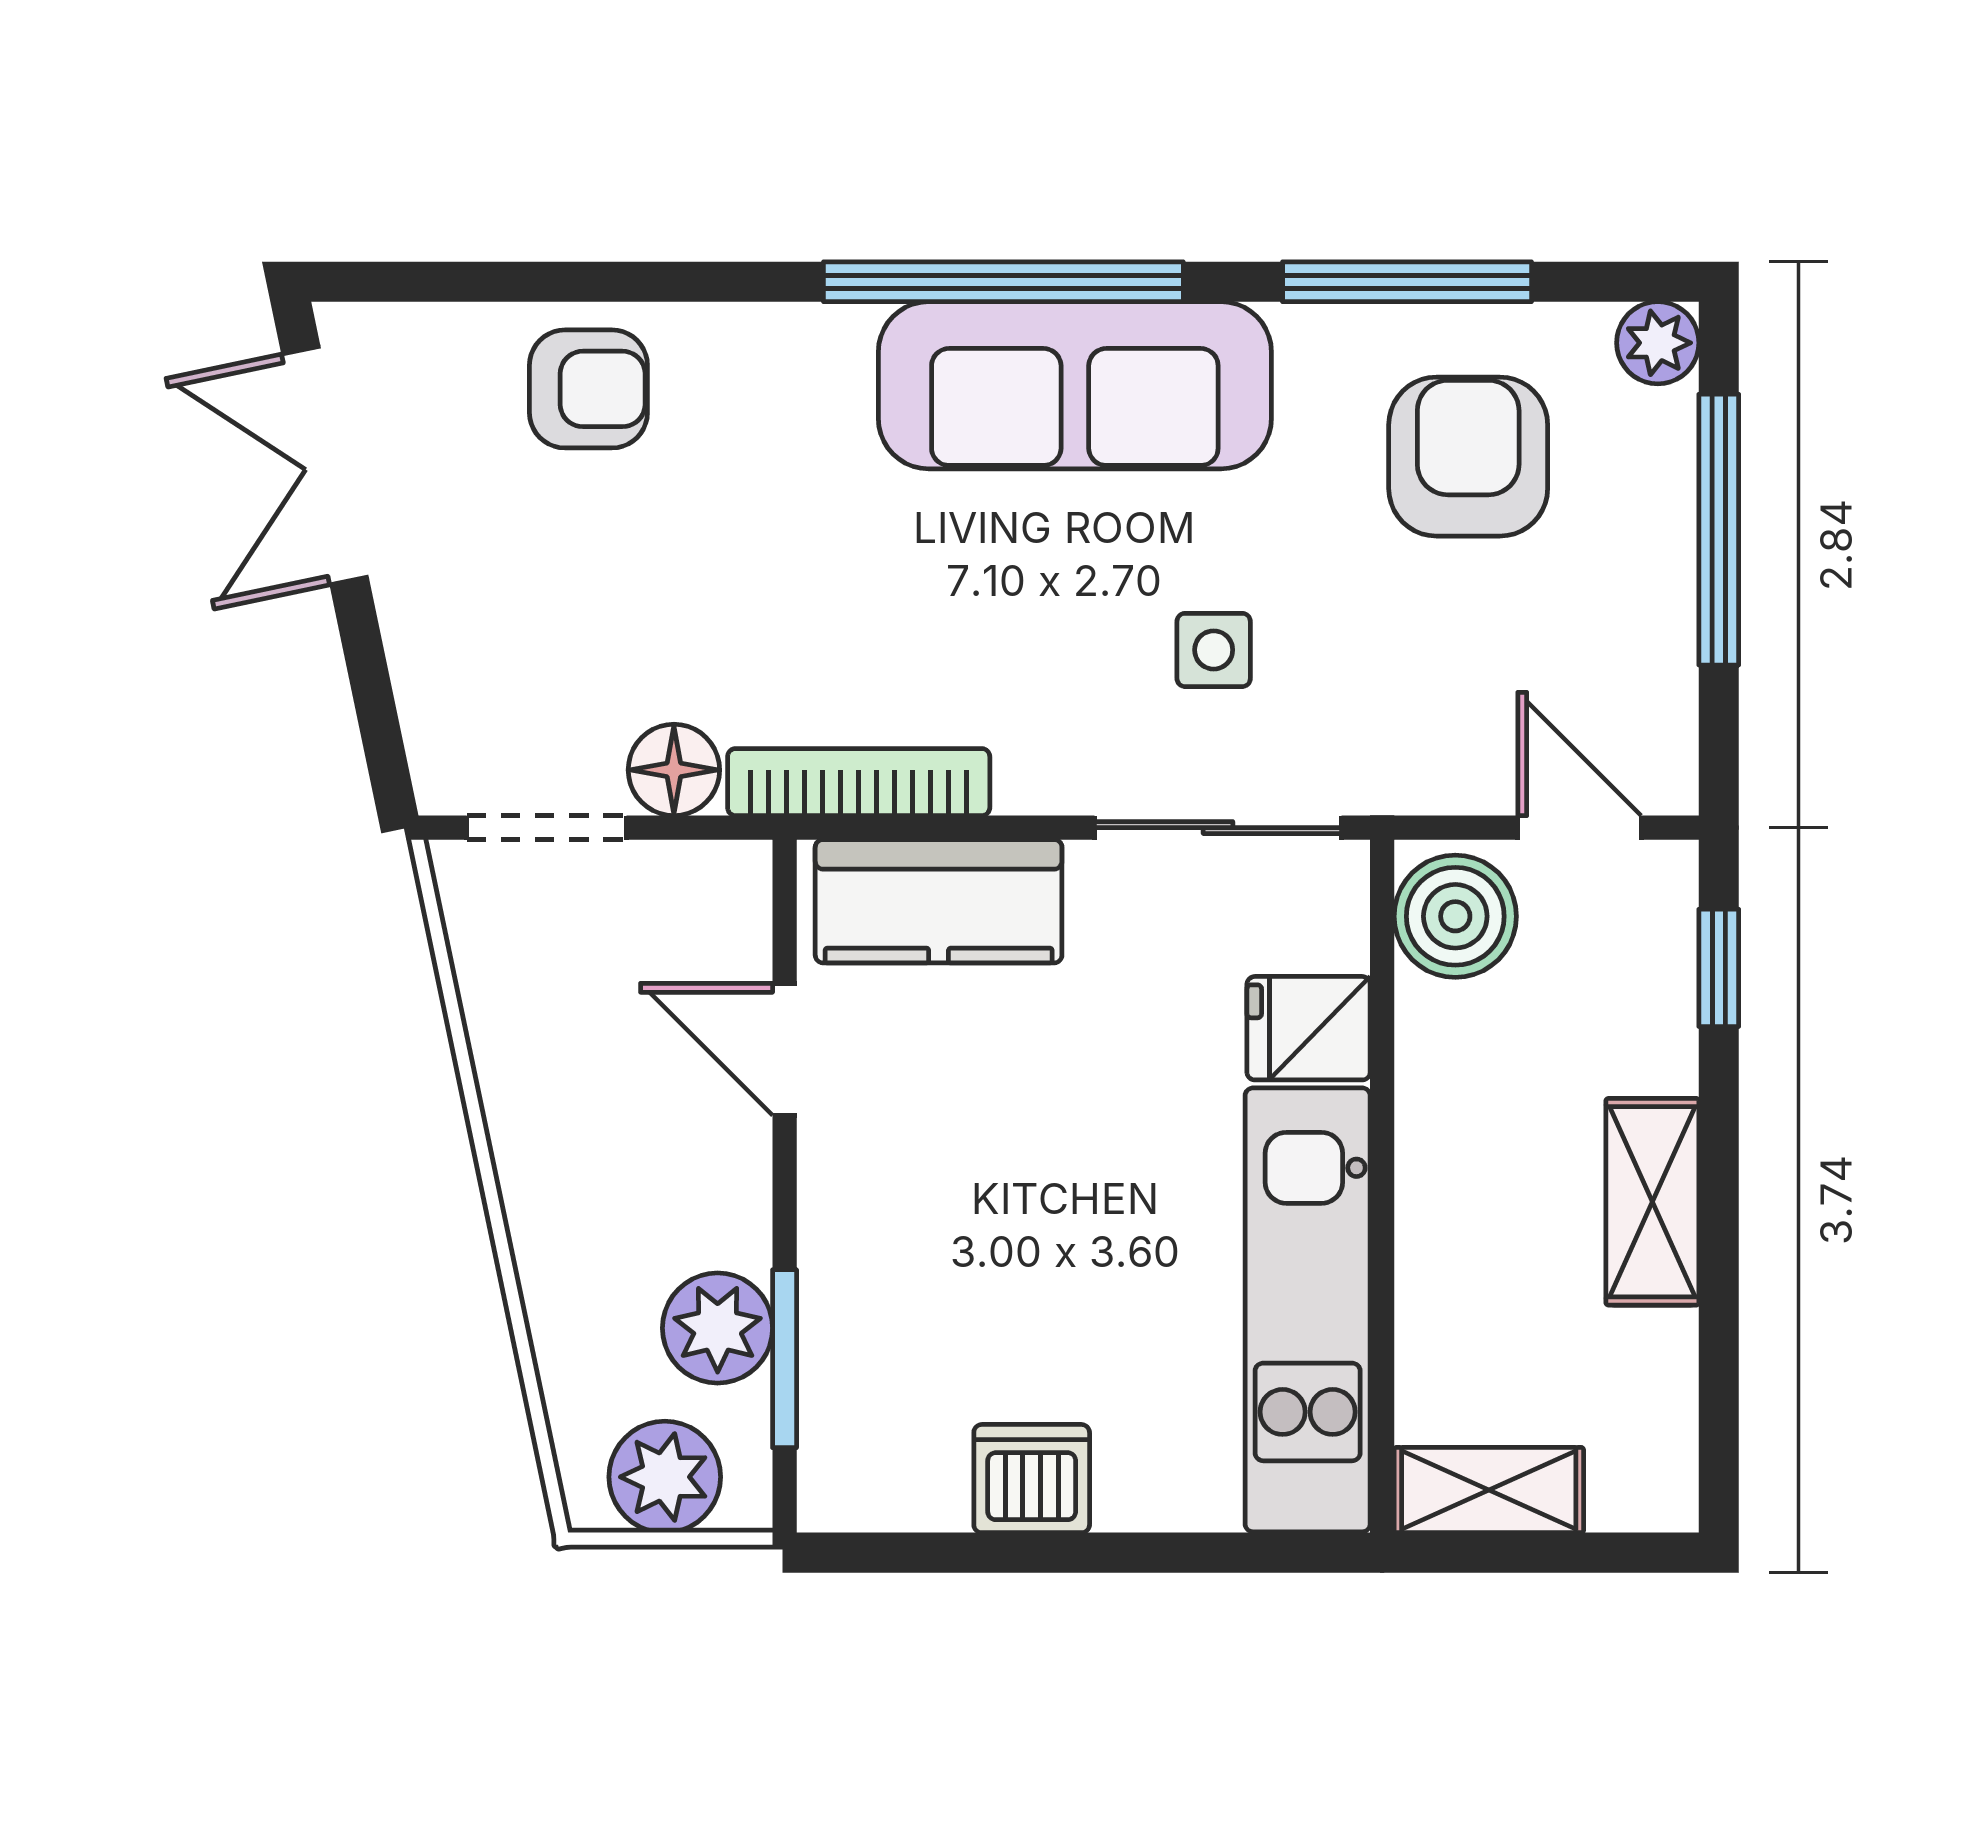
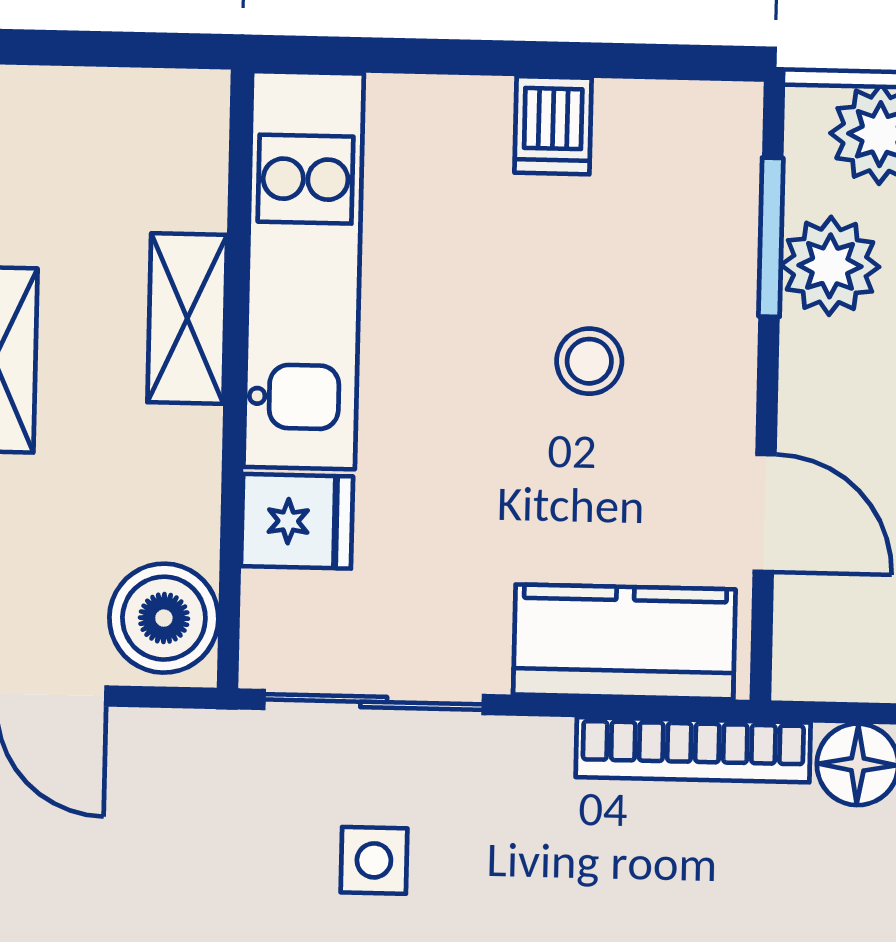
stool: (985, 1215) -> (589, 361), added
dishwasher: (1032, 1479) -> (553, 125), width x0.73
shelving: (1489, 1490) -> (187, 319), moved, turned 90

